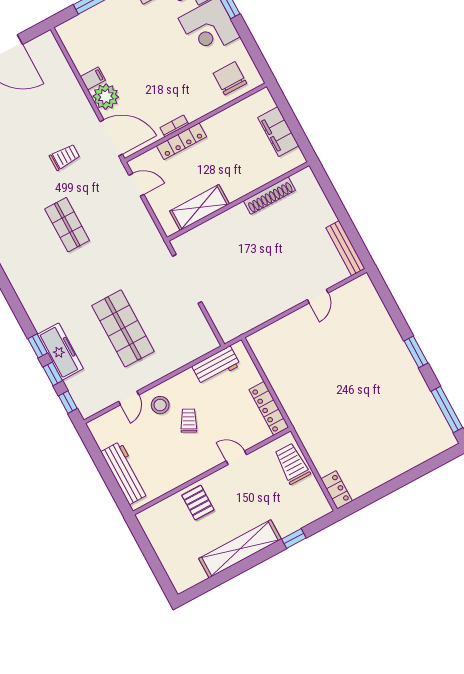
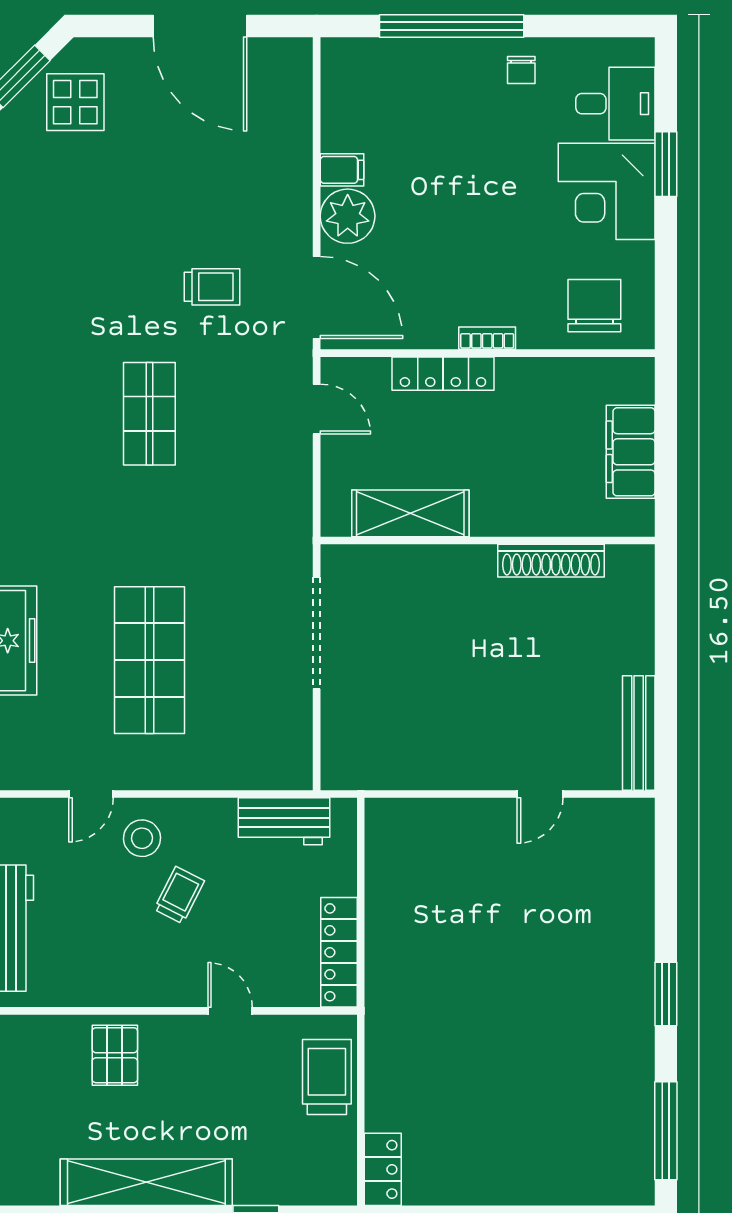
bookcase: (174, 126) -> (487, 338), moved

